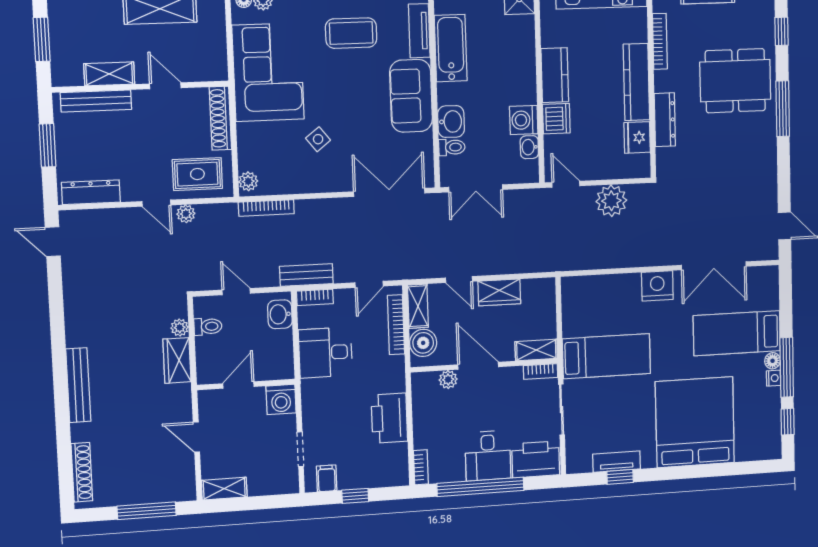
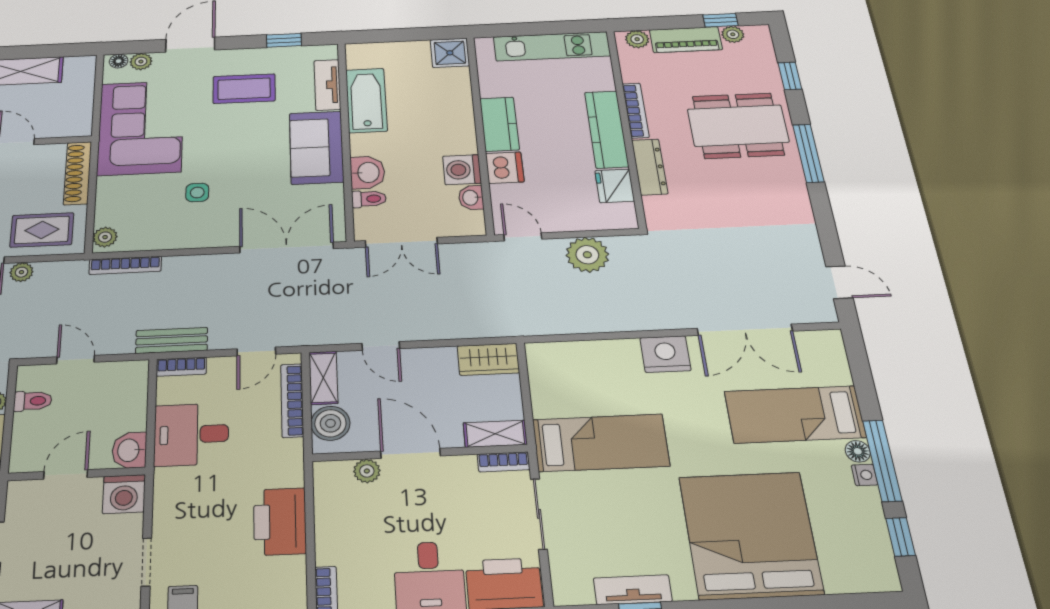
bookcase: (660, 41) -> (636, 110), moved
side table: (318, 139) -> (197, 193), turned 38
wardrobe: (499, 292) -> (488, 359), moved
washbasin: (280, 314) -> (129, 450), moved

